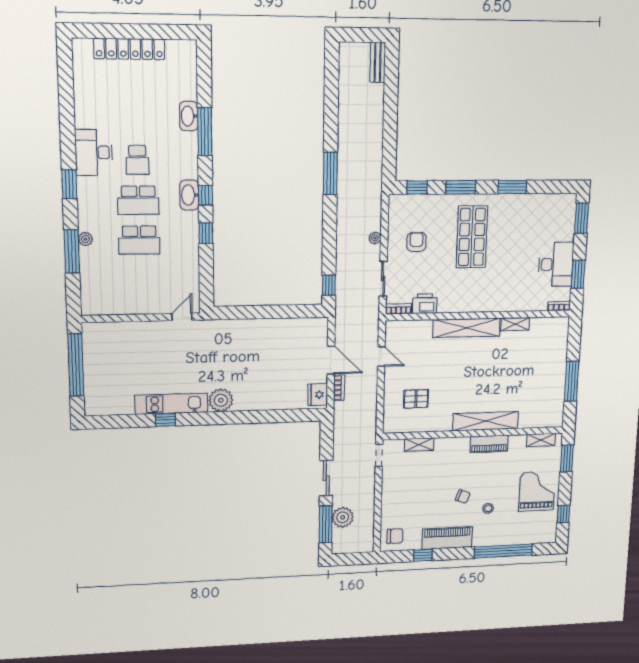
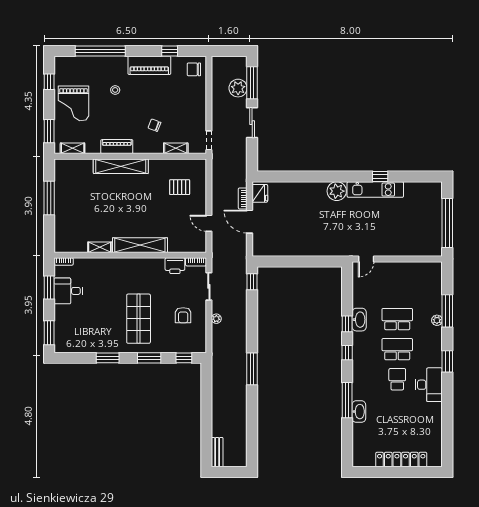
washbasin: (189, 195) -> (359, 320), moved
desk: (556, 264) -> (68, 291), width x0.73
chair: (463, 497) -> (154, 125), moved

